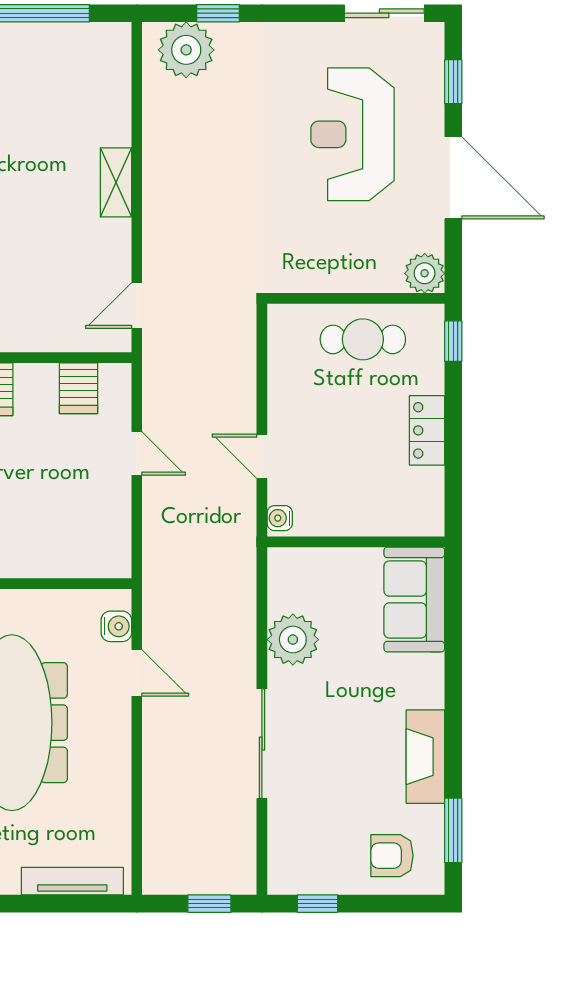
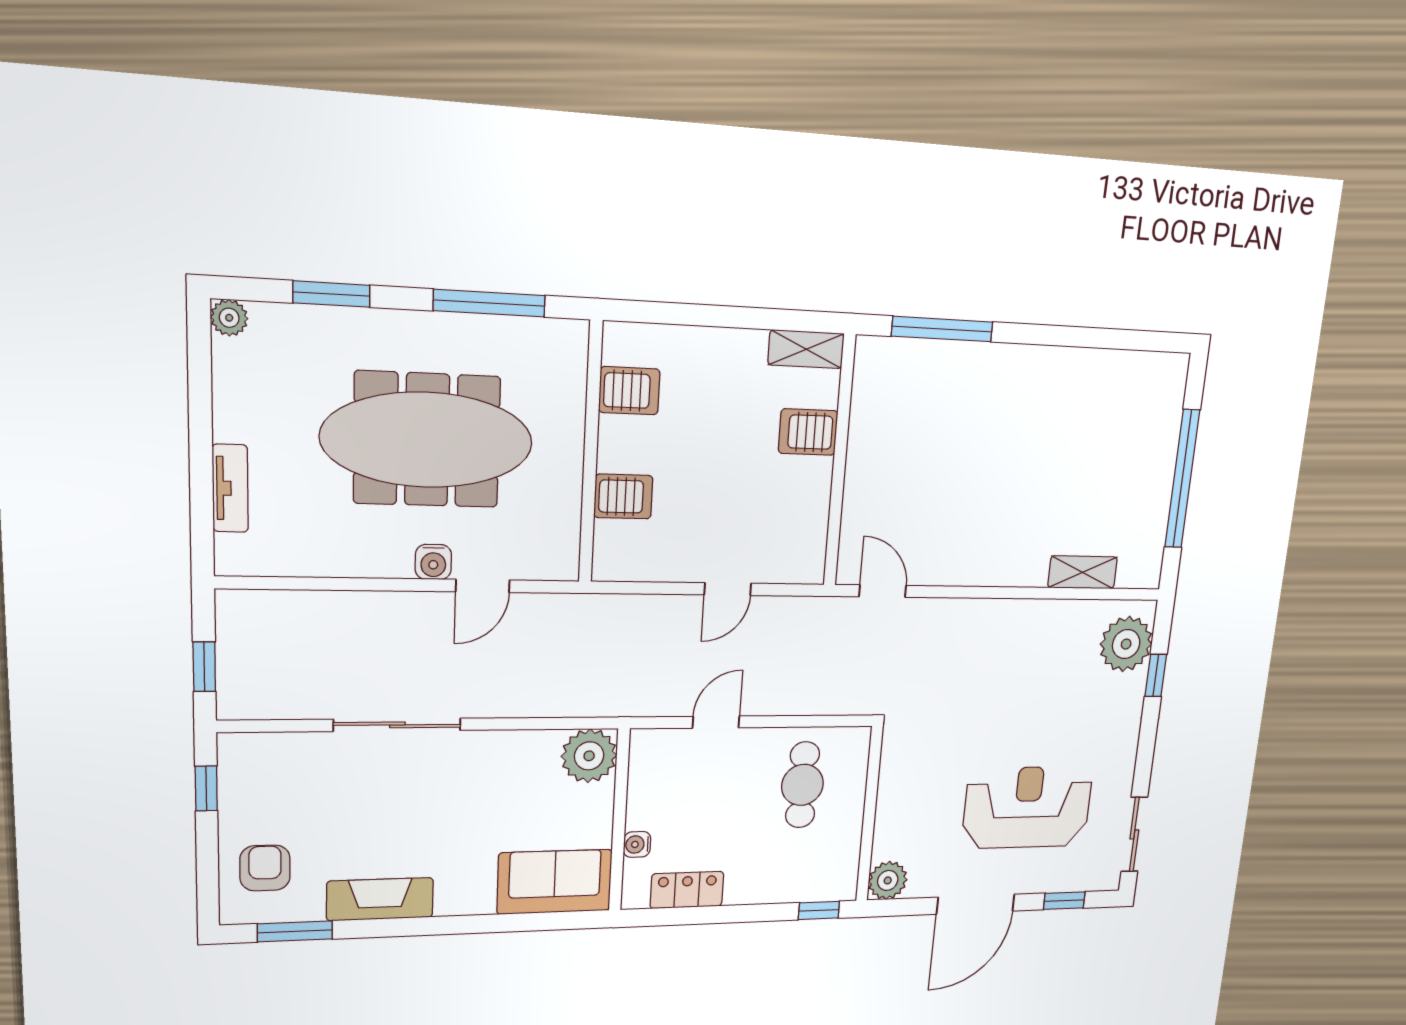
shelving: (116, 182) -> (1083, 572), moved
cafe table: (363, 339) -> (802, 785), moved
server rack: (78, 388) -> (623, 496), moved, turned 180
locker: (427, 430) -> (687, 890), moved
water cooler: (280, 518) -> (637, 844), moved, turned -90
water cooler: (116, 626) -> (433, 562), moved
plant: (293, 640) -> (589, 756), moved
tv unit: (72, 881) -> (230, 488), width x0.71

